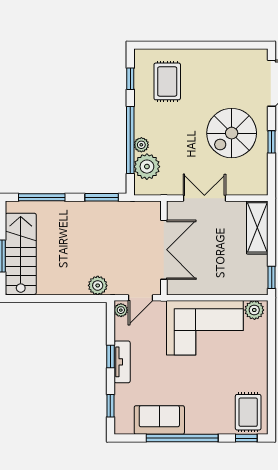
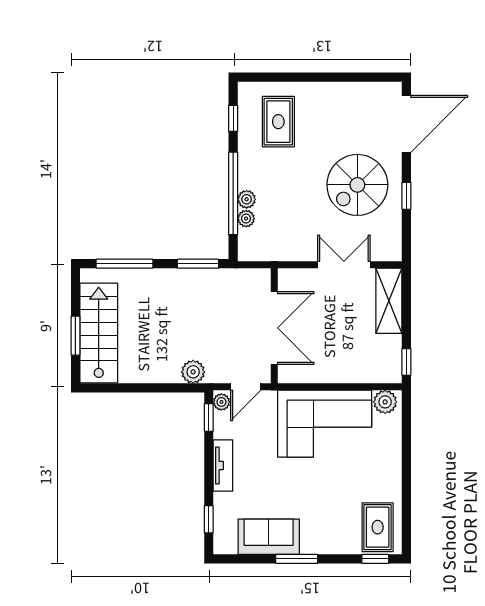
plant: (147, 167) -> (246, 219), width x0.53, depth x0.53
double door: (204, 198) -> (344, 265), moved
window: (110, 356) -> (209, 417), moved
window: (182, 438) -> (297, 559), width x0.47

